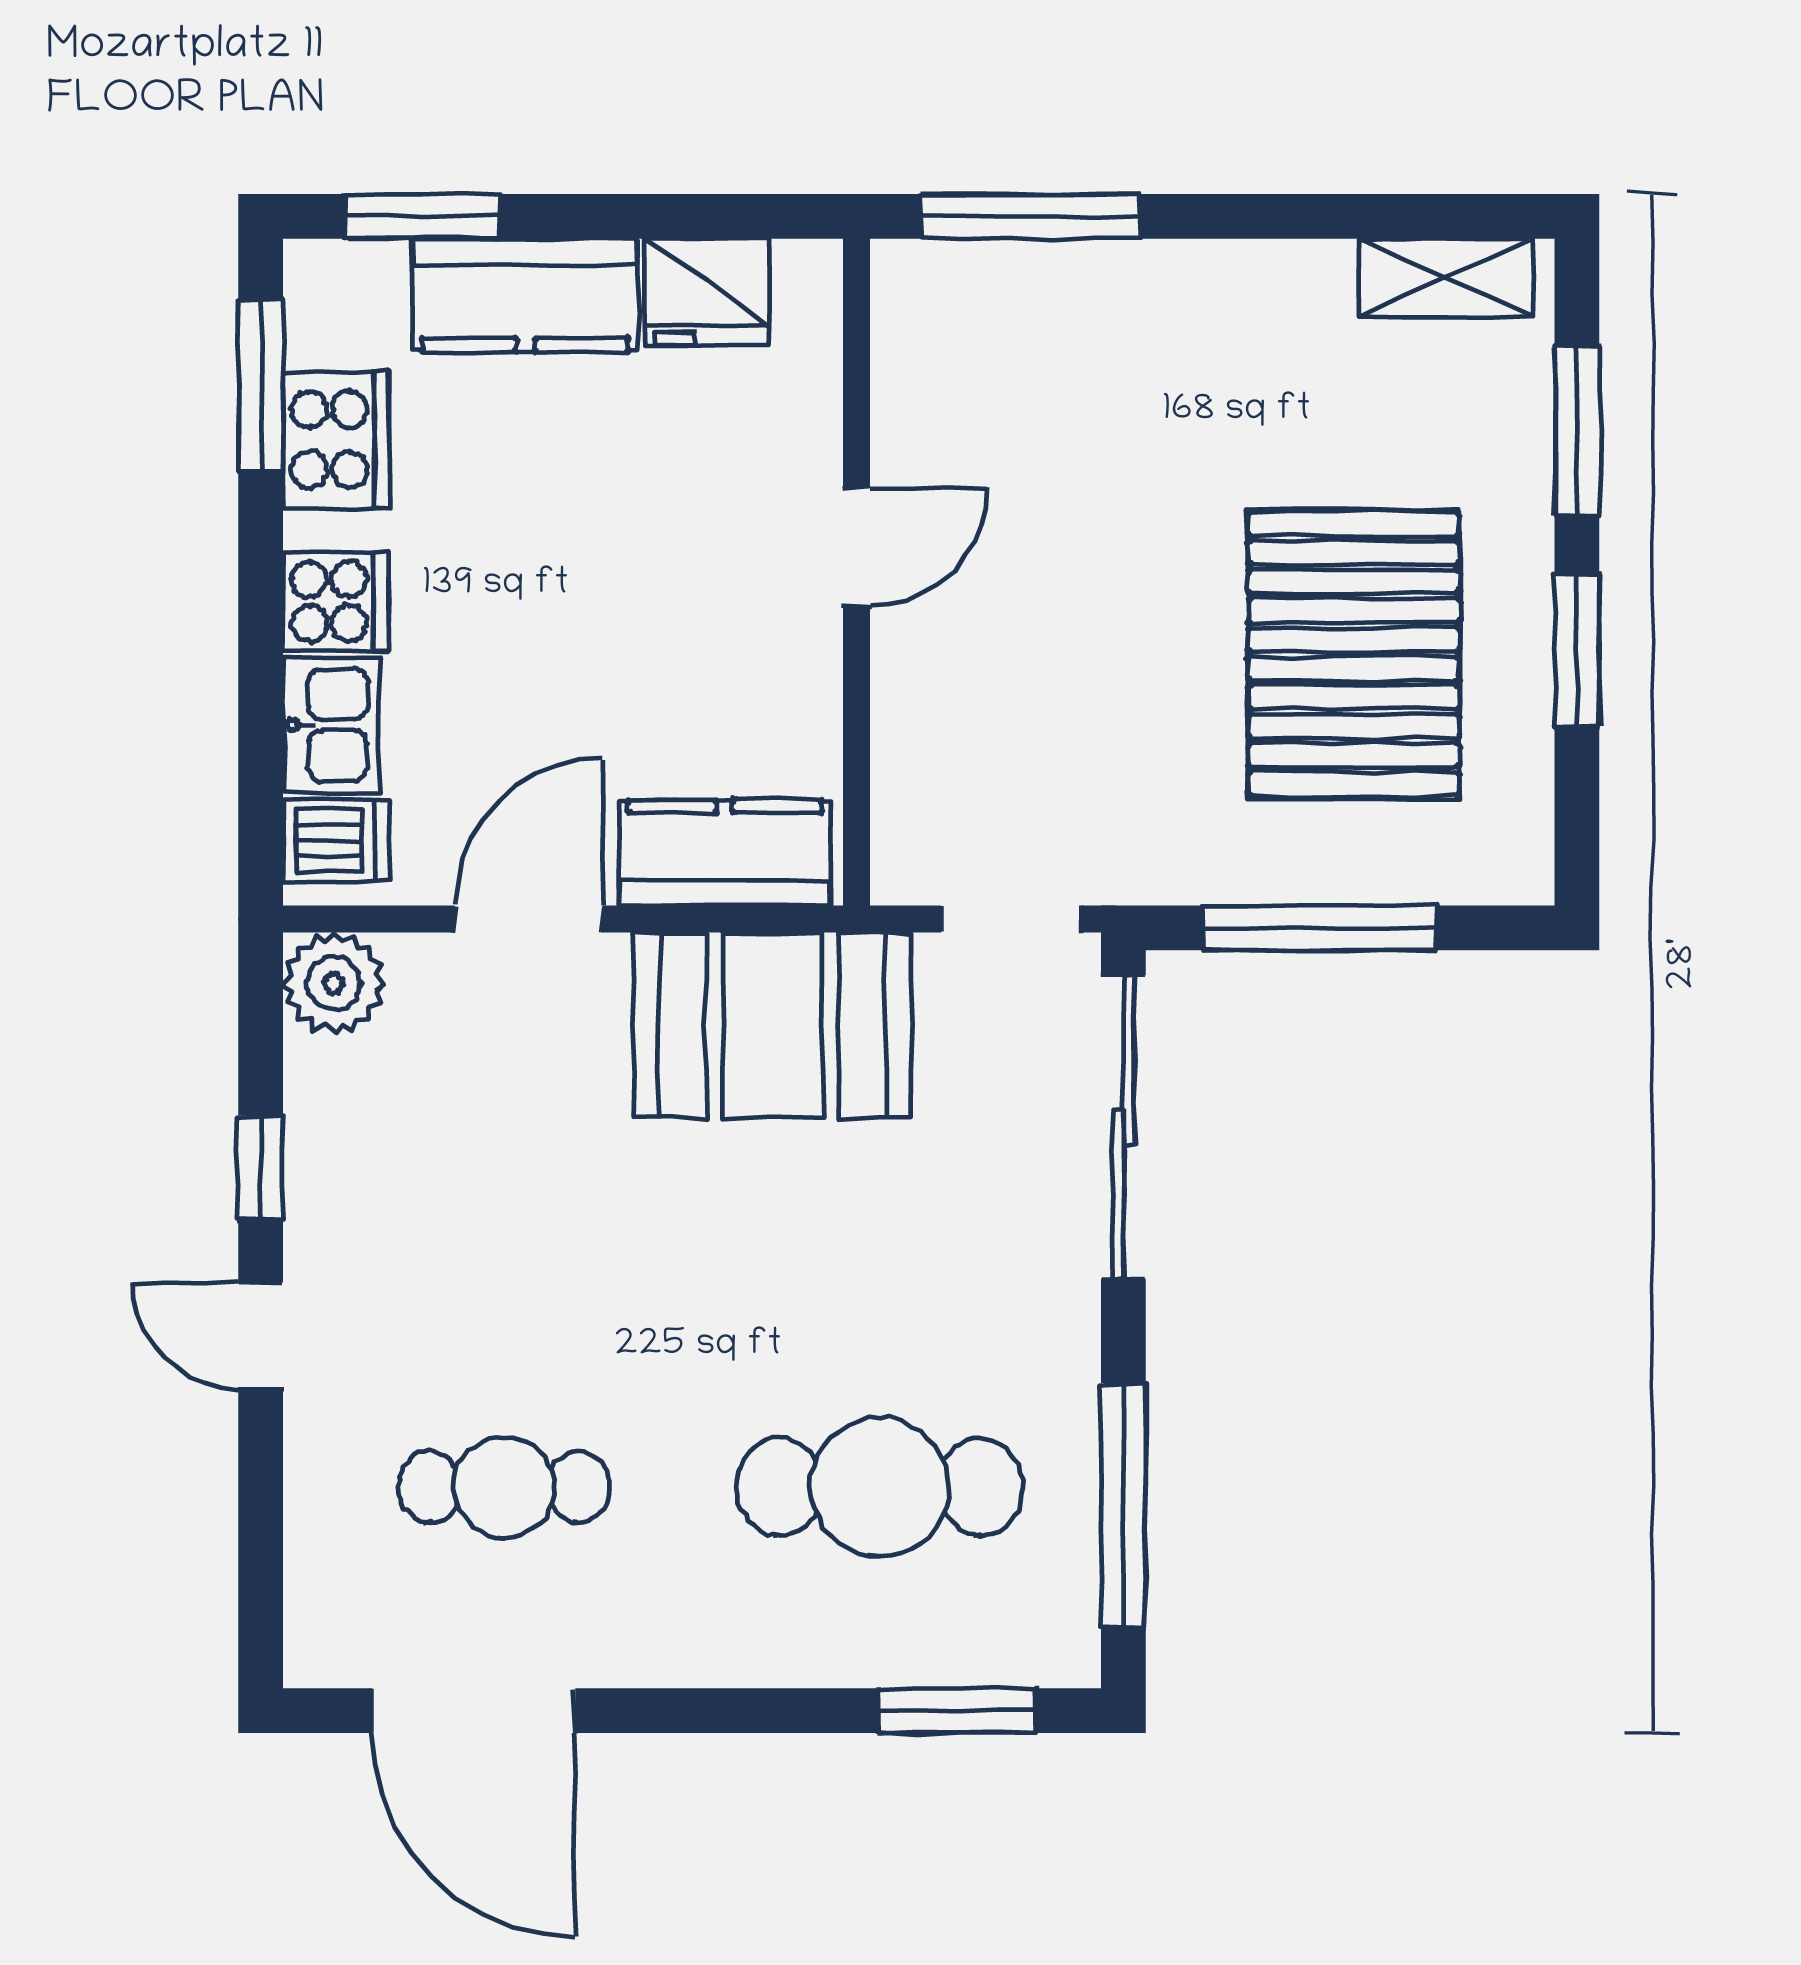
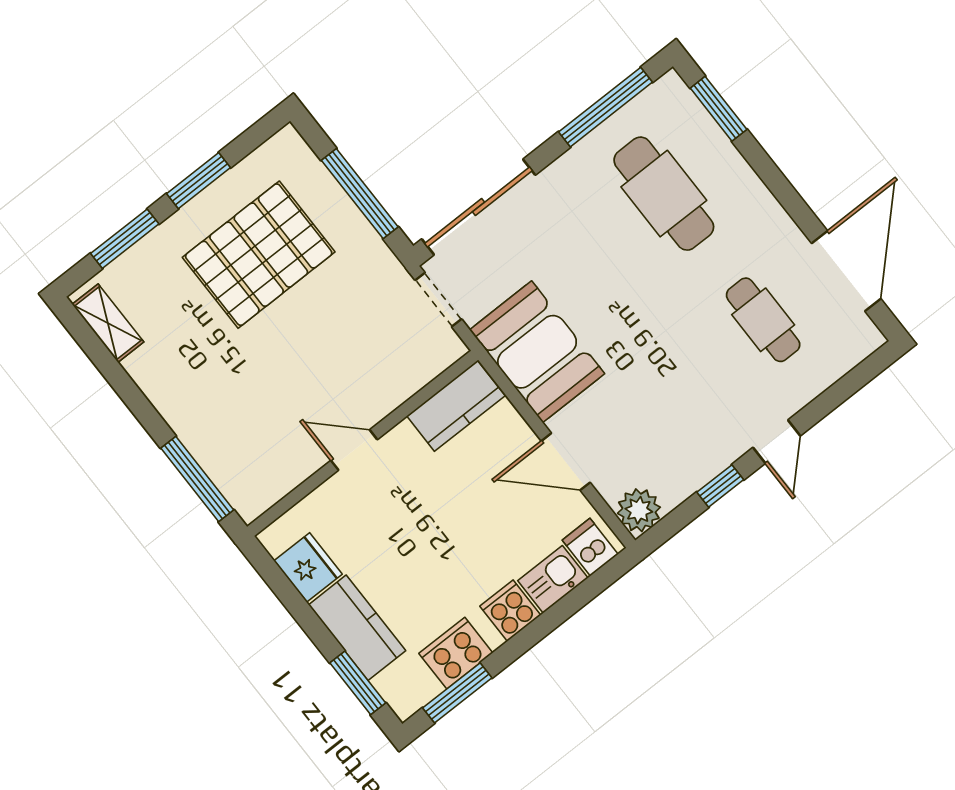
kitchen counter: (725, 853) -> (456, 406), moved, turned -90

